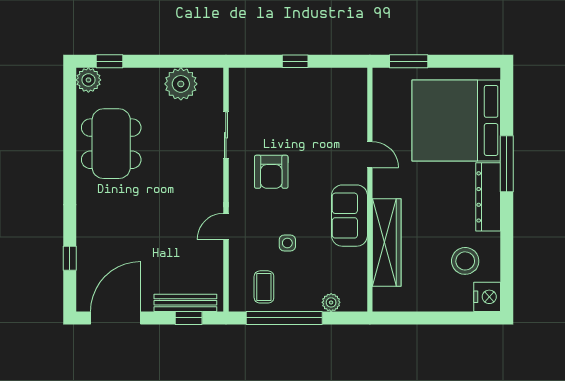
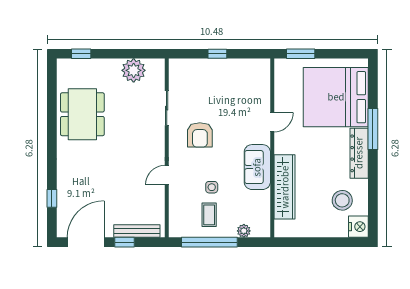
plant: (88, 80) -> (66, 68), removed
door: (370, 155) -> (272, 122), hinge flipped
coffee table: (264, 287) -> (209, 215), moved
window: (189, 318) -> (125, 242), moved

